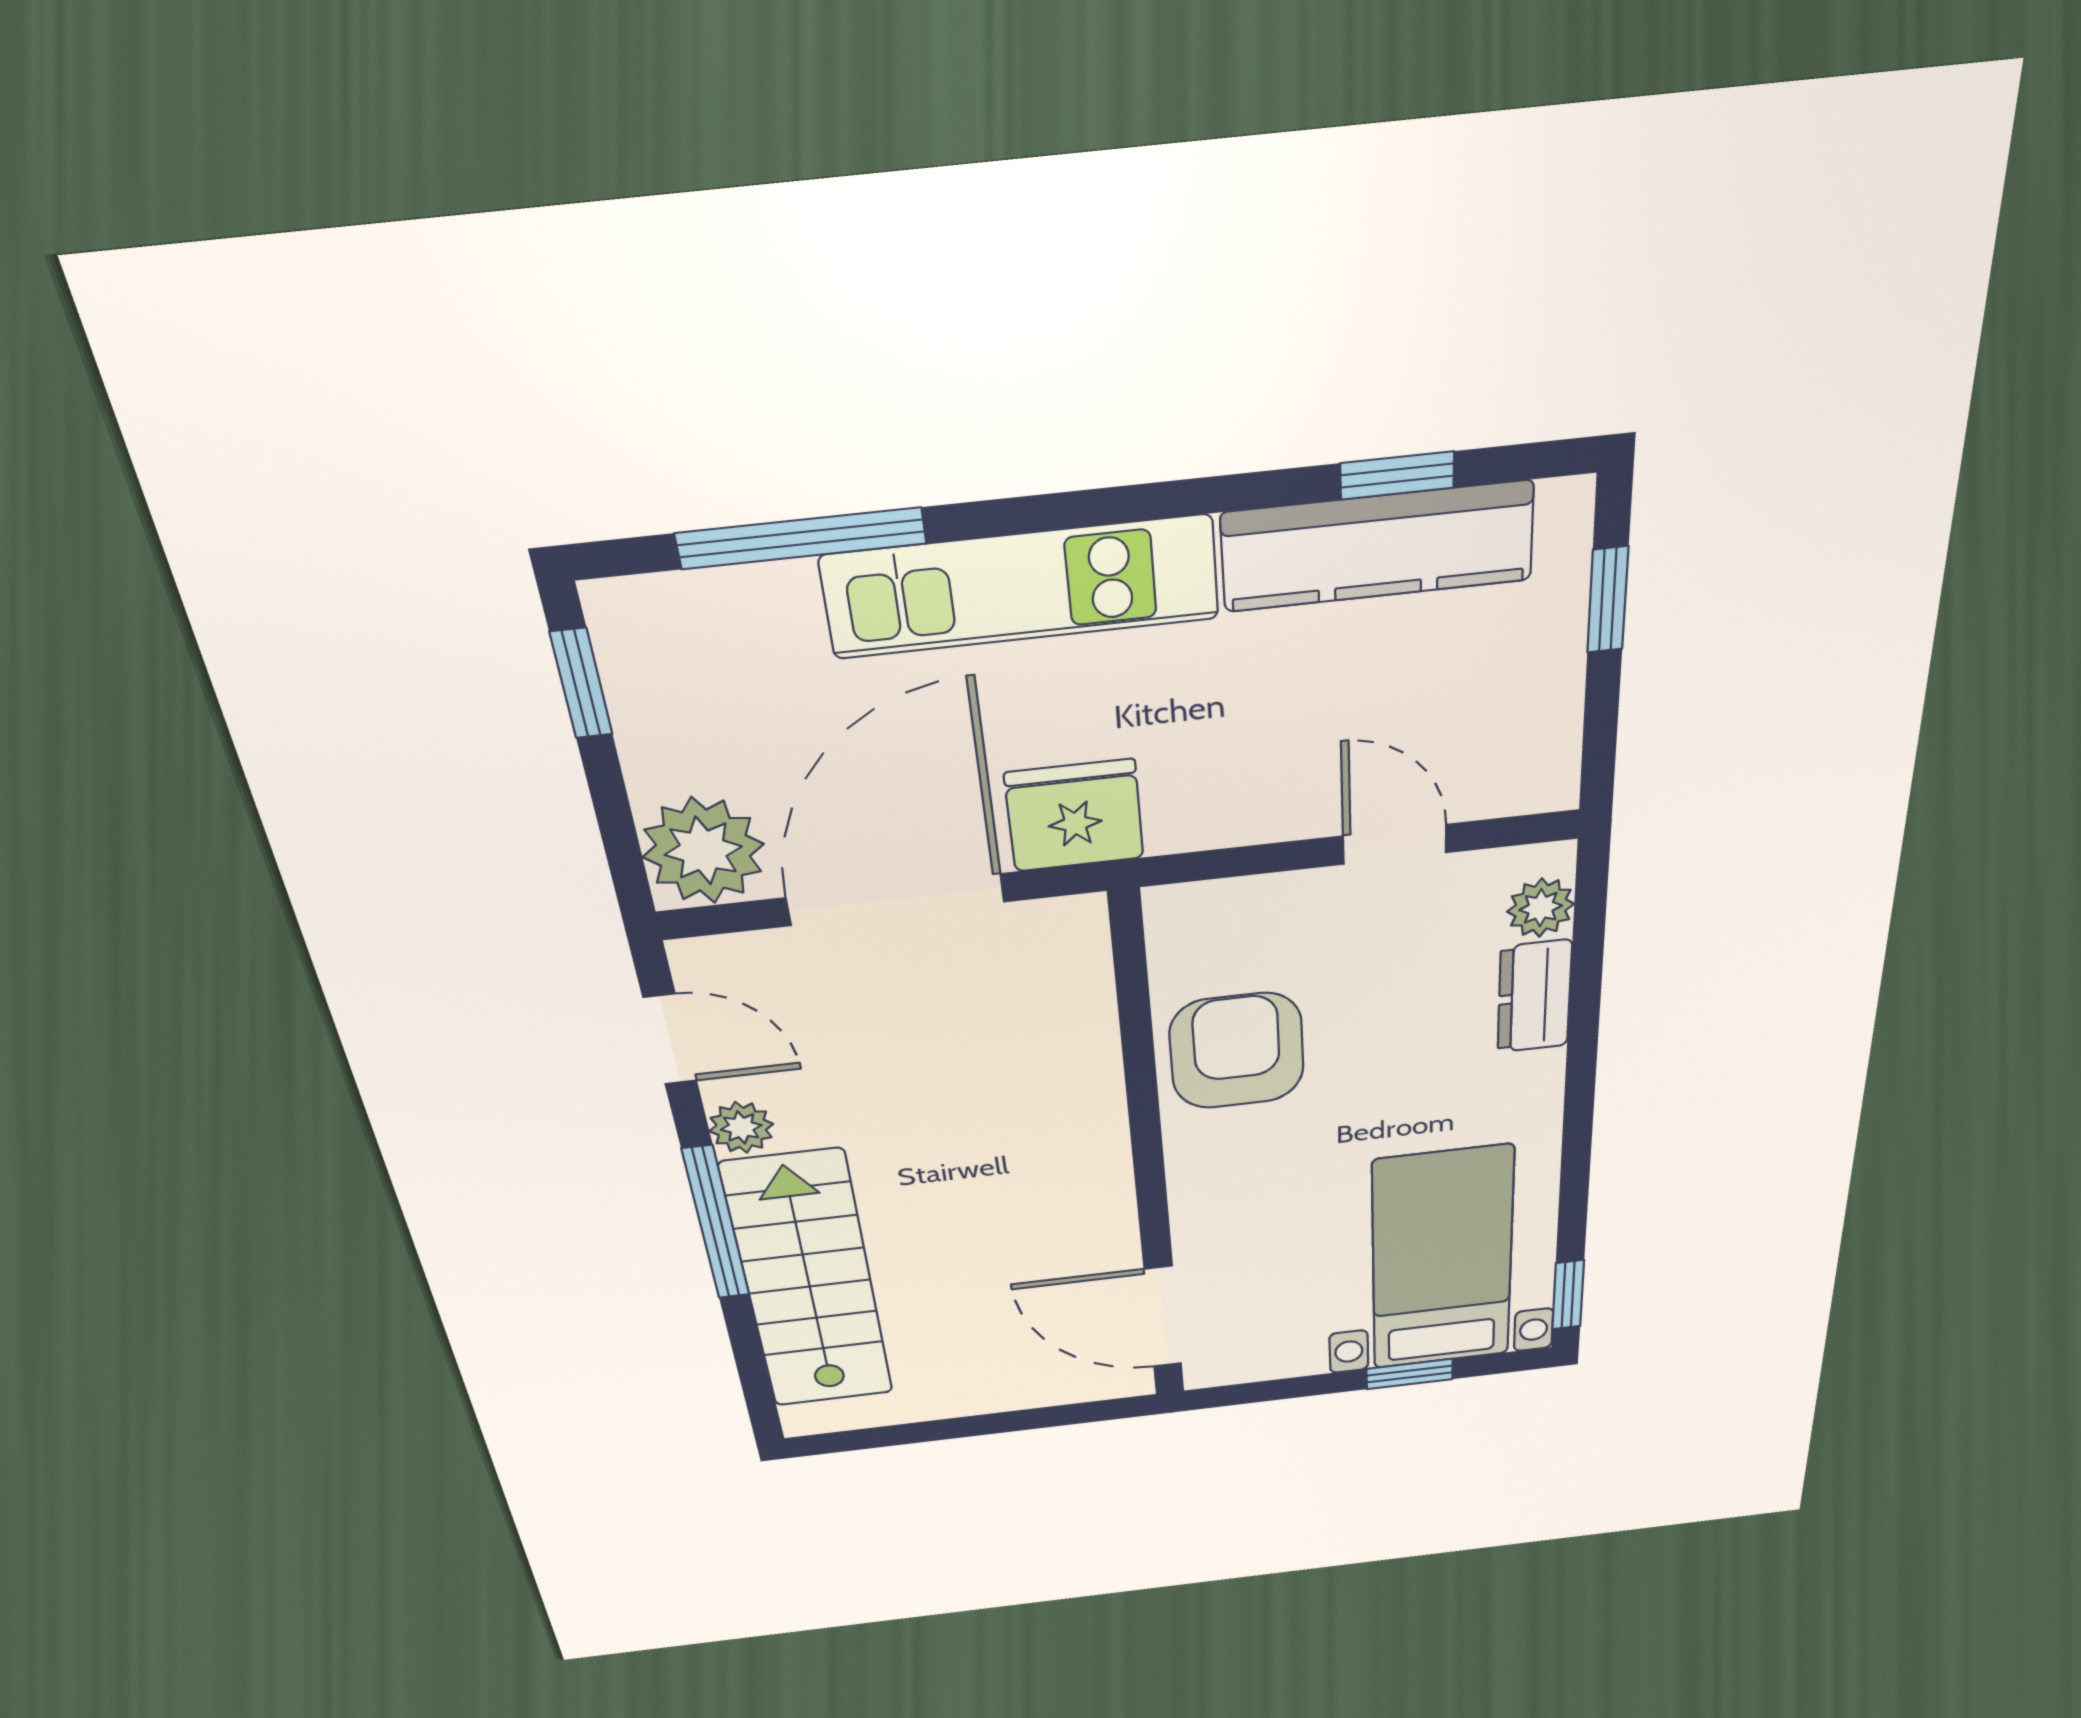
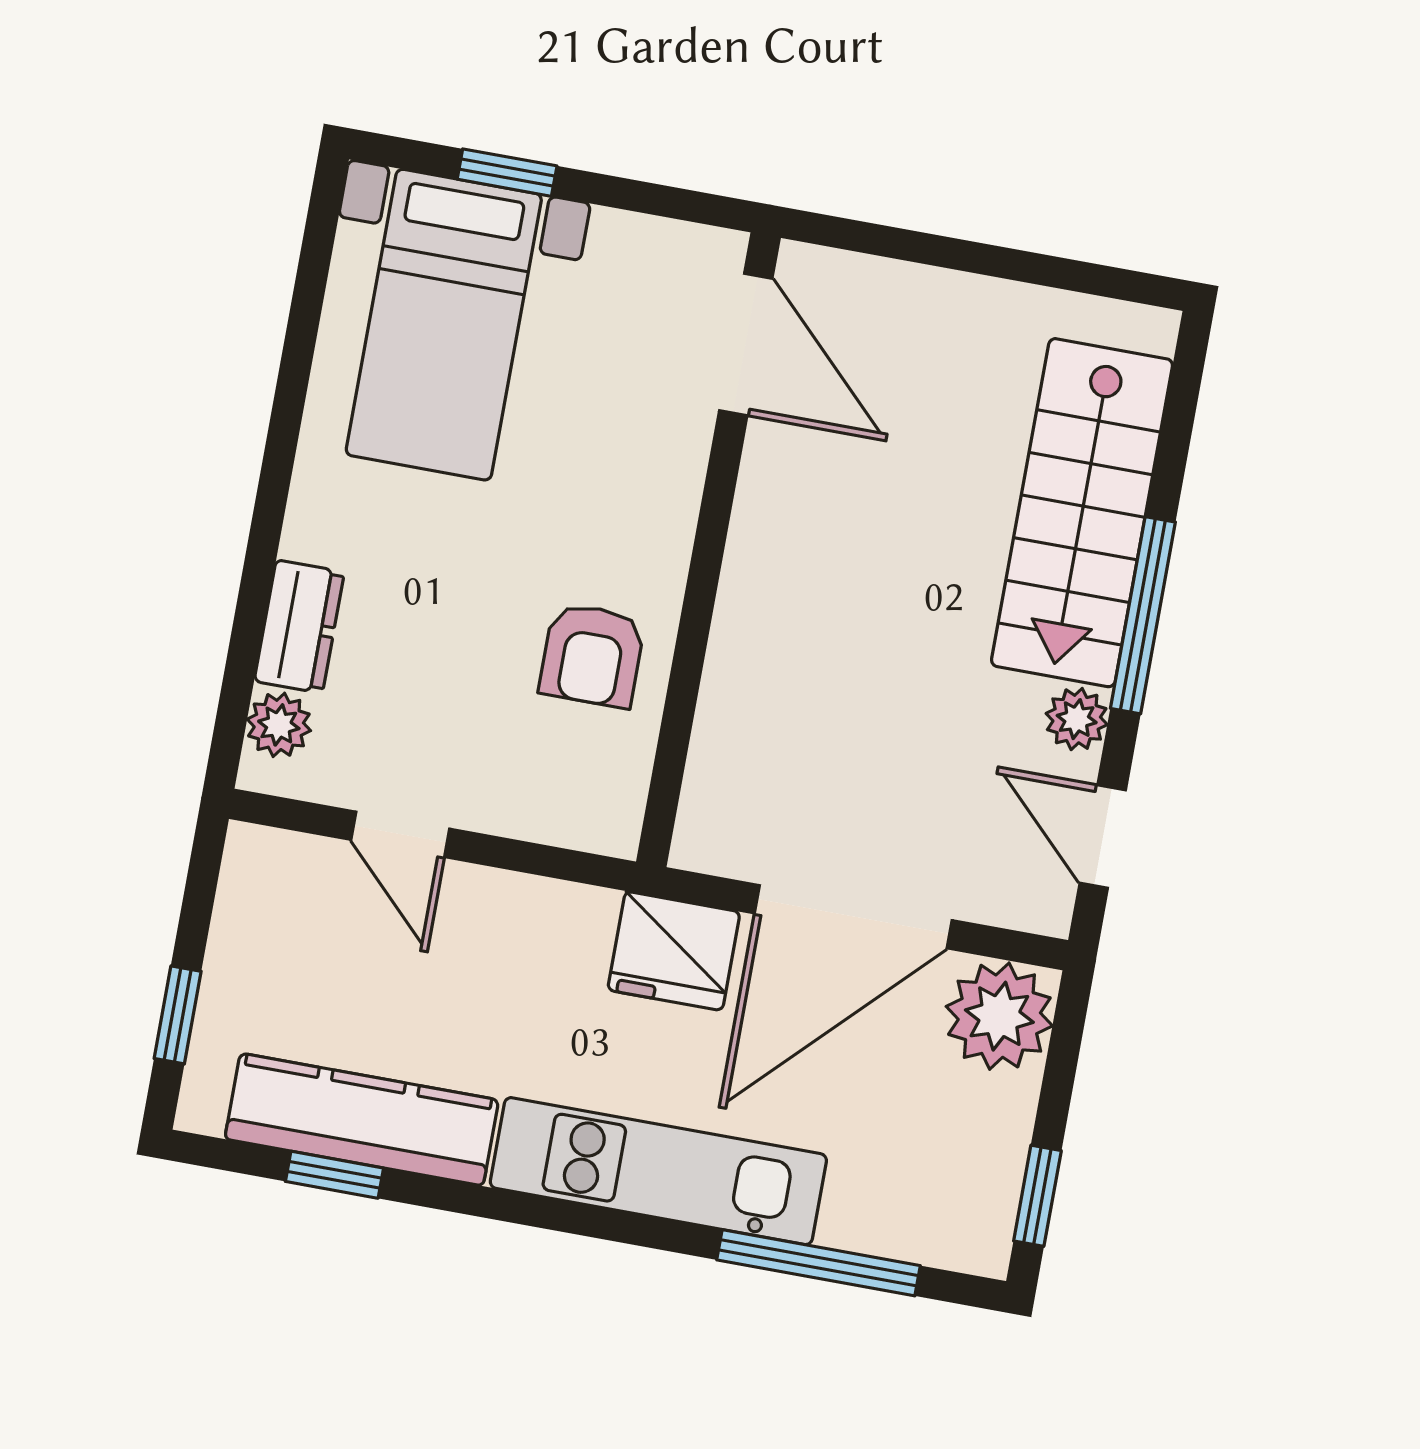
armchair: (1237, 1051) -> (592, 655), width x0.72, depth x0.72
window: (1568, 1295) -> (320, 230), removed

